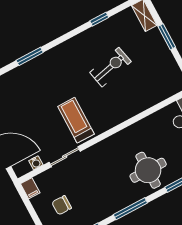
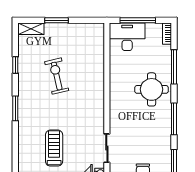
window: (30, 56) -> (15, 108), moved
treadmill: (76, 120) -> (54, 148), moved, turned 90

